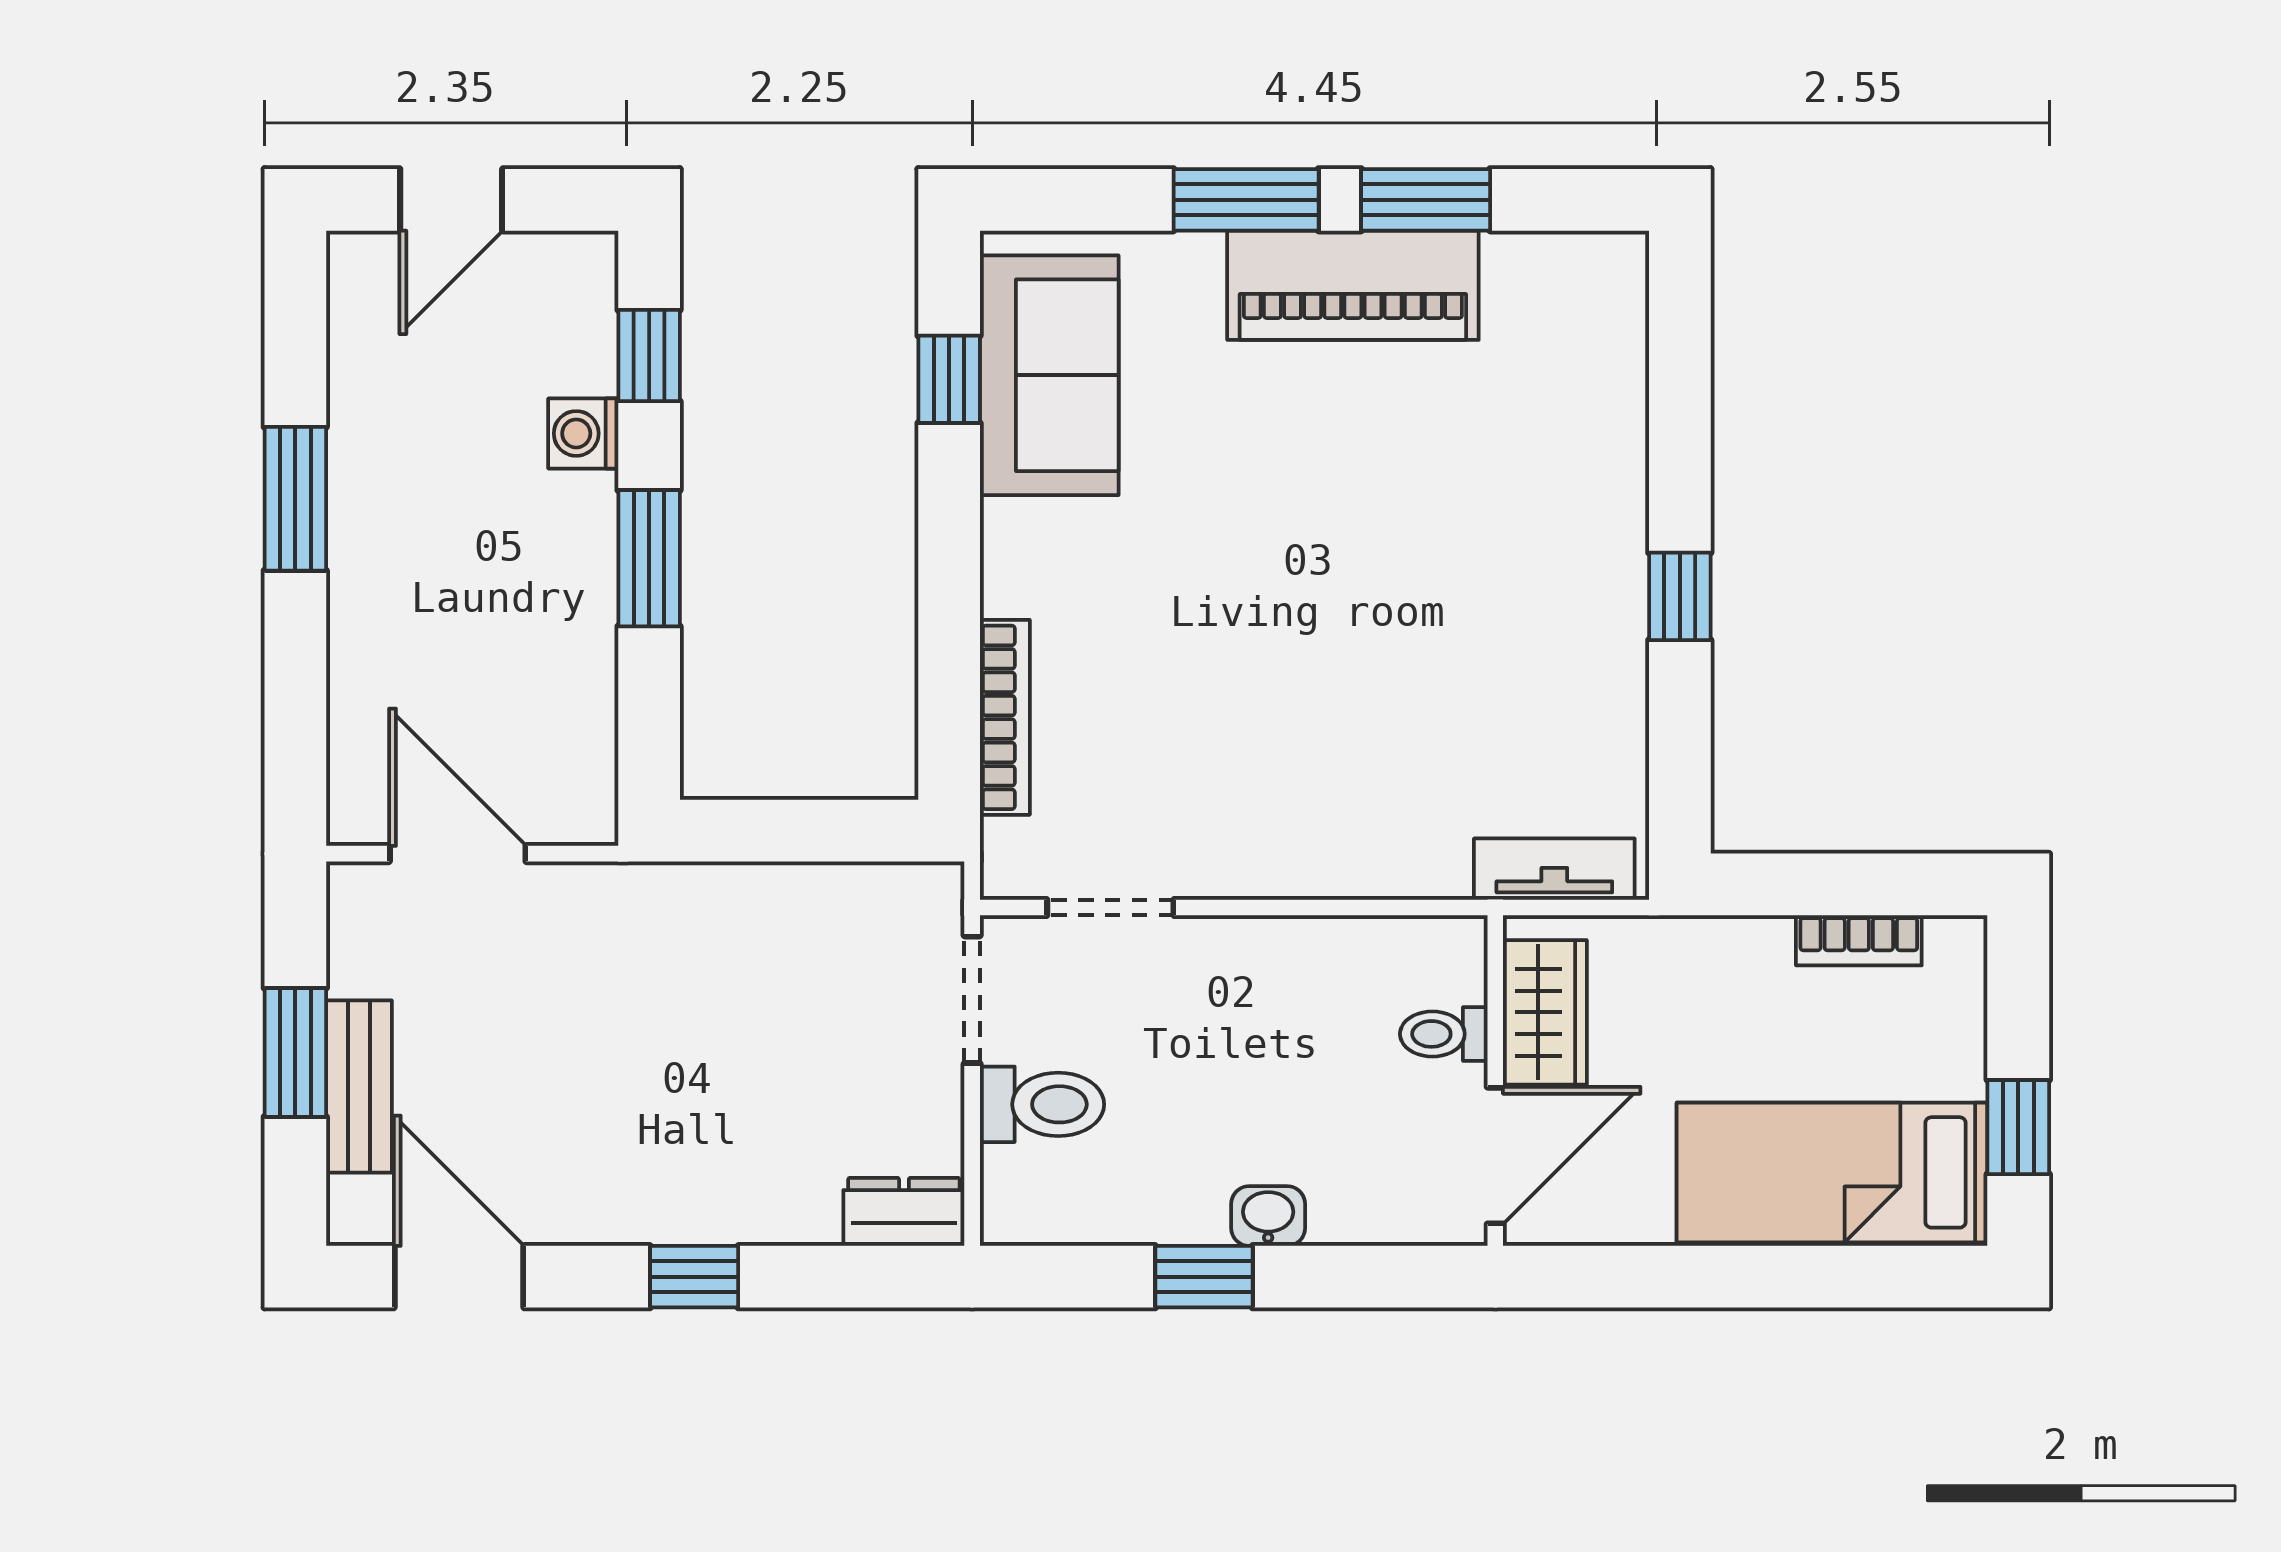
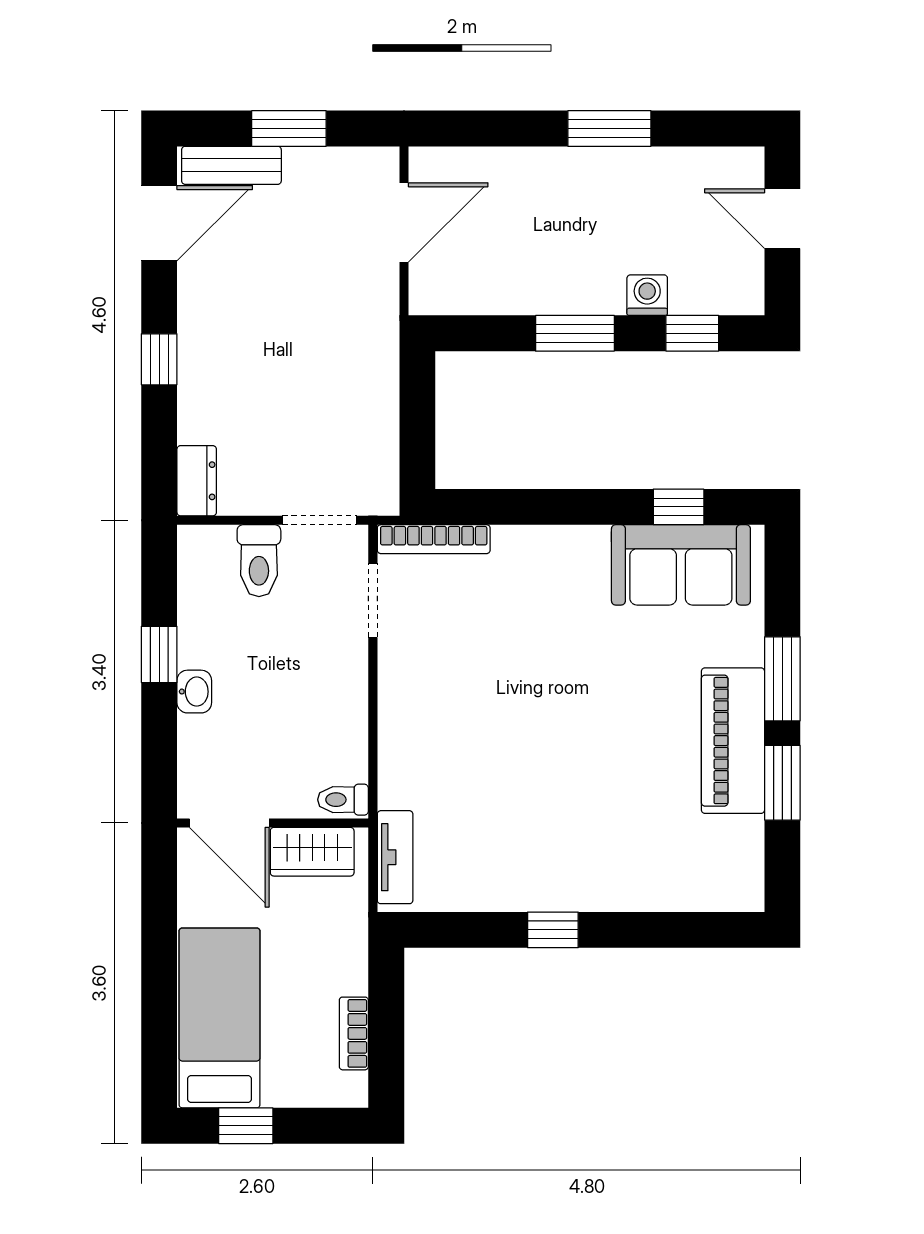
bookcase: (1005, 717) -> (434, 539), moved
toilet: (1444, 1034) -> (343, 800), moved, turned -90
bench: (359, 1086) -> (231, 165), moved

